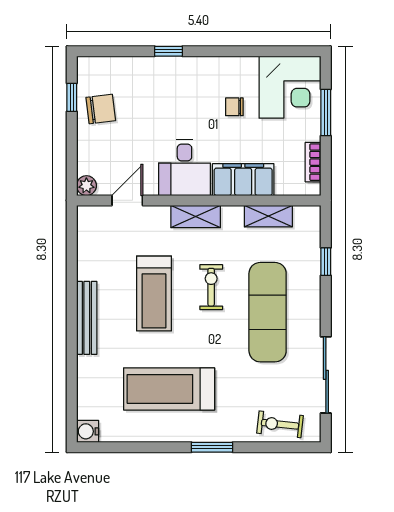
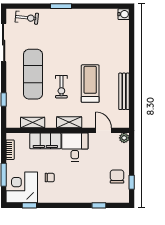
window: (168, 51) -> (99, 205), moved
window: (275, 51) -> (29, 205), added
chair: (101, 109) -> (117, 176), turned 97
door: (127, 200) -> (104, 130), swing flipped
bench: (87, 318) -> (124, 91), moved
treadmill: (169, 389) -> (83, 36), removed

